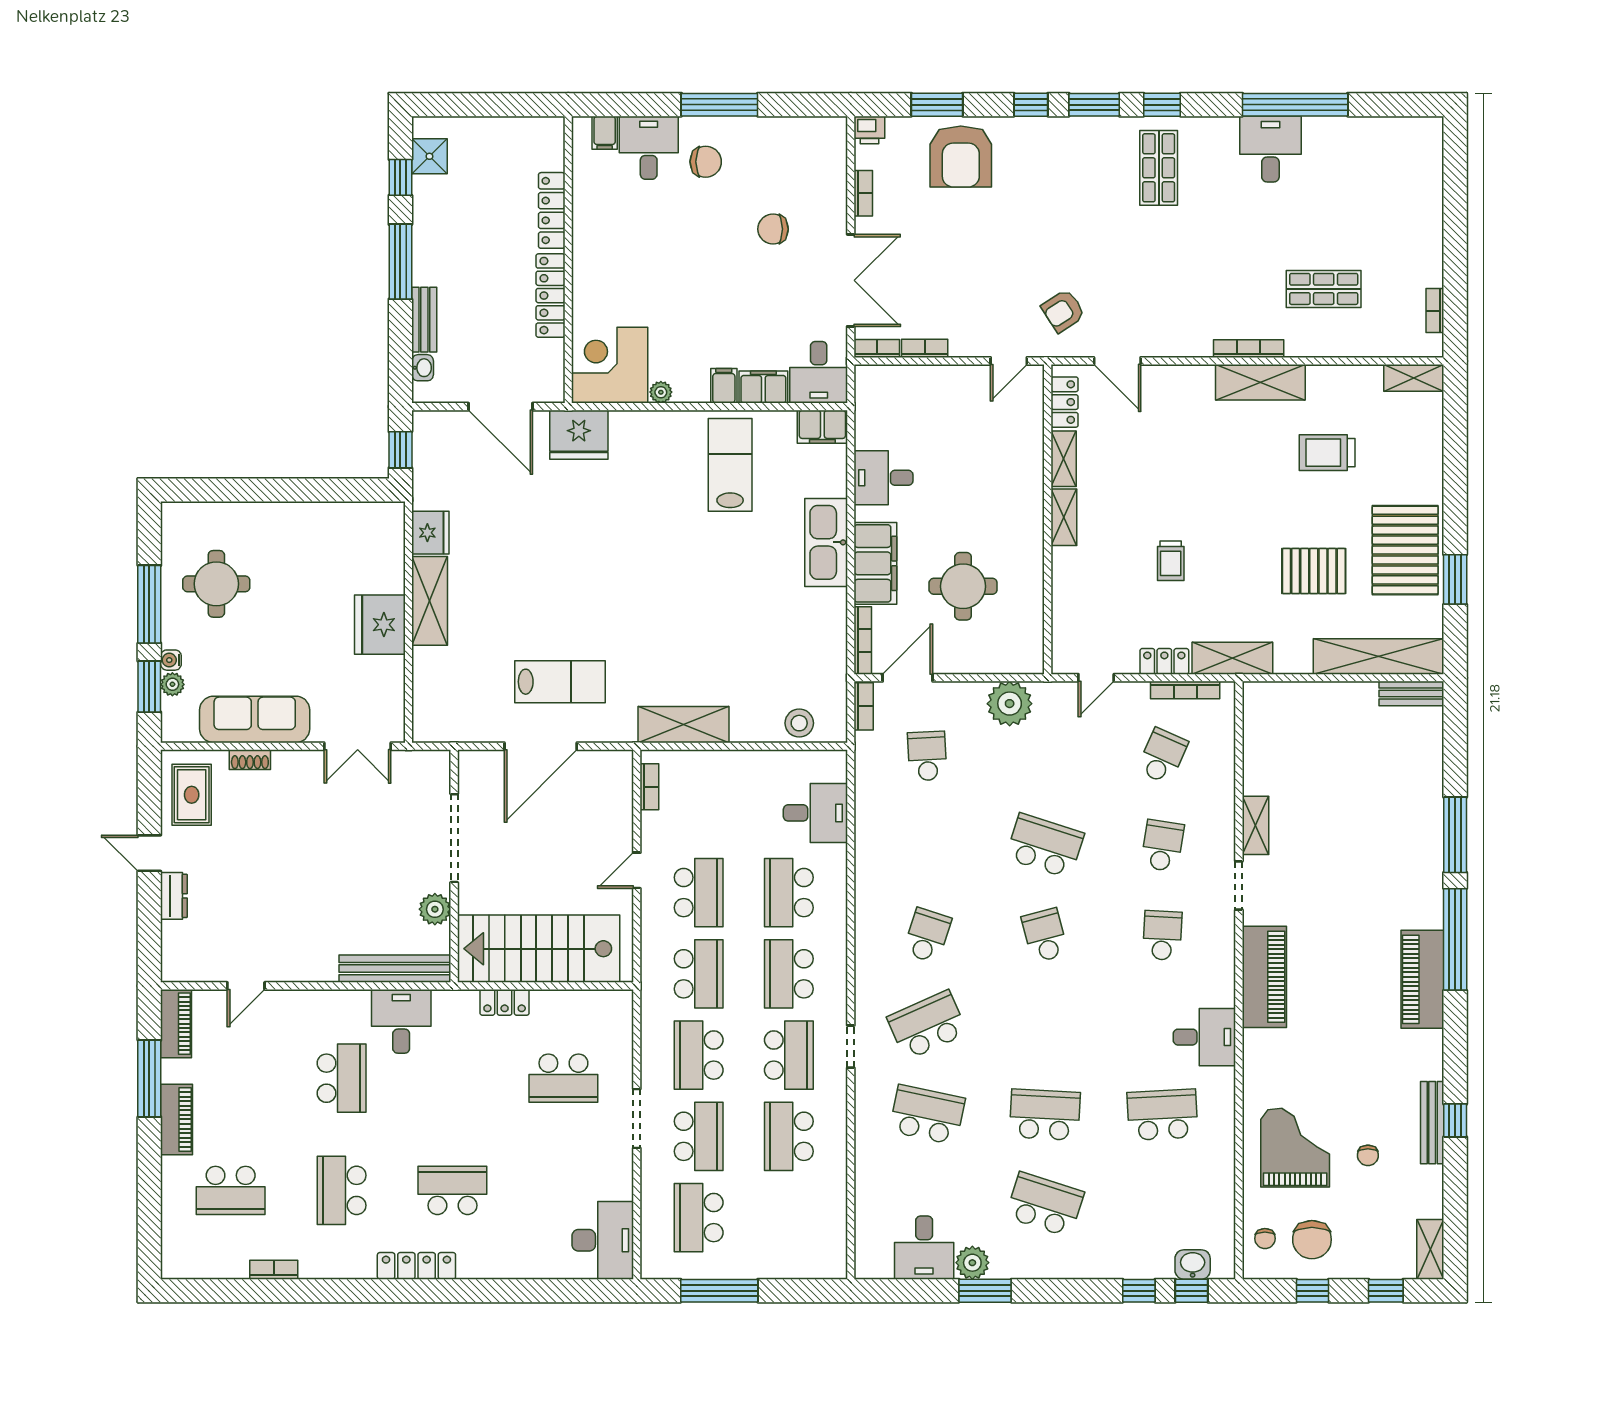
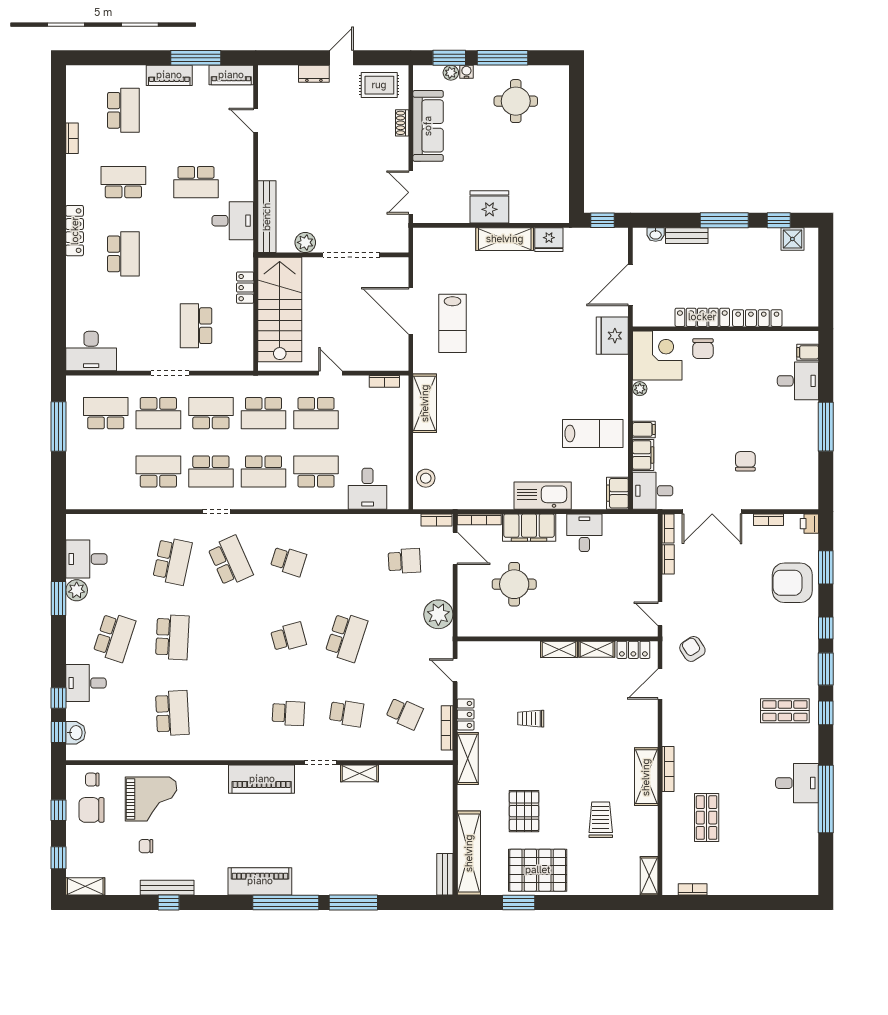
chair: (706, 162) -> (703, 349), moved
school desk: (789, 974) -> (263, 471), turned 180
desk: (1204, 1037) -> (86, 683), moved, turned 90
school desk: (231, 1190) -> (123, 110), turned 180

